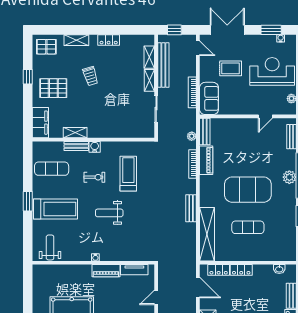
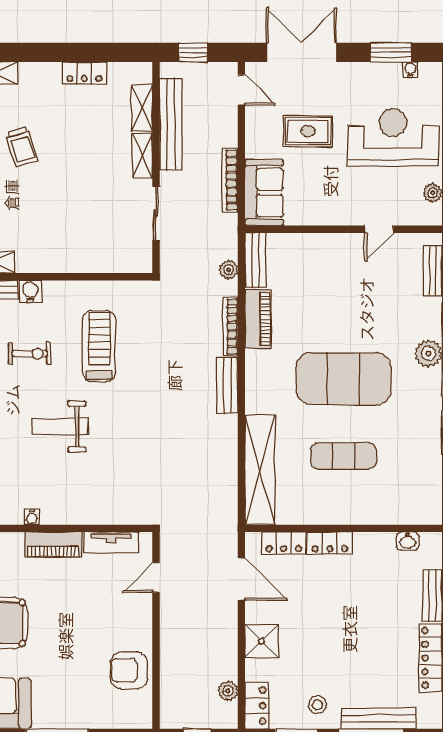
locker: (109, 40) -> (84, 73), moved
bench: (191, 208) -> (227, 385), moved
door: (156, 297) -> (156, 577), moved

